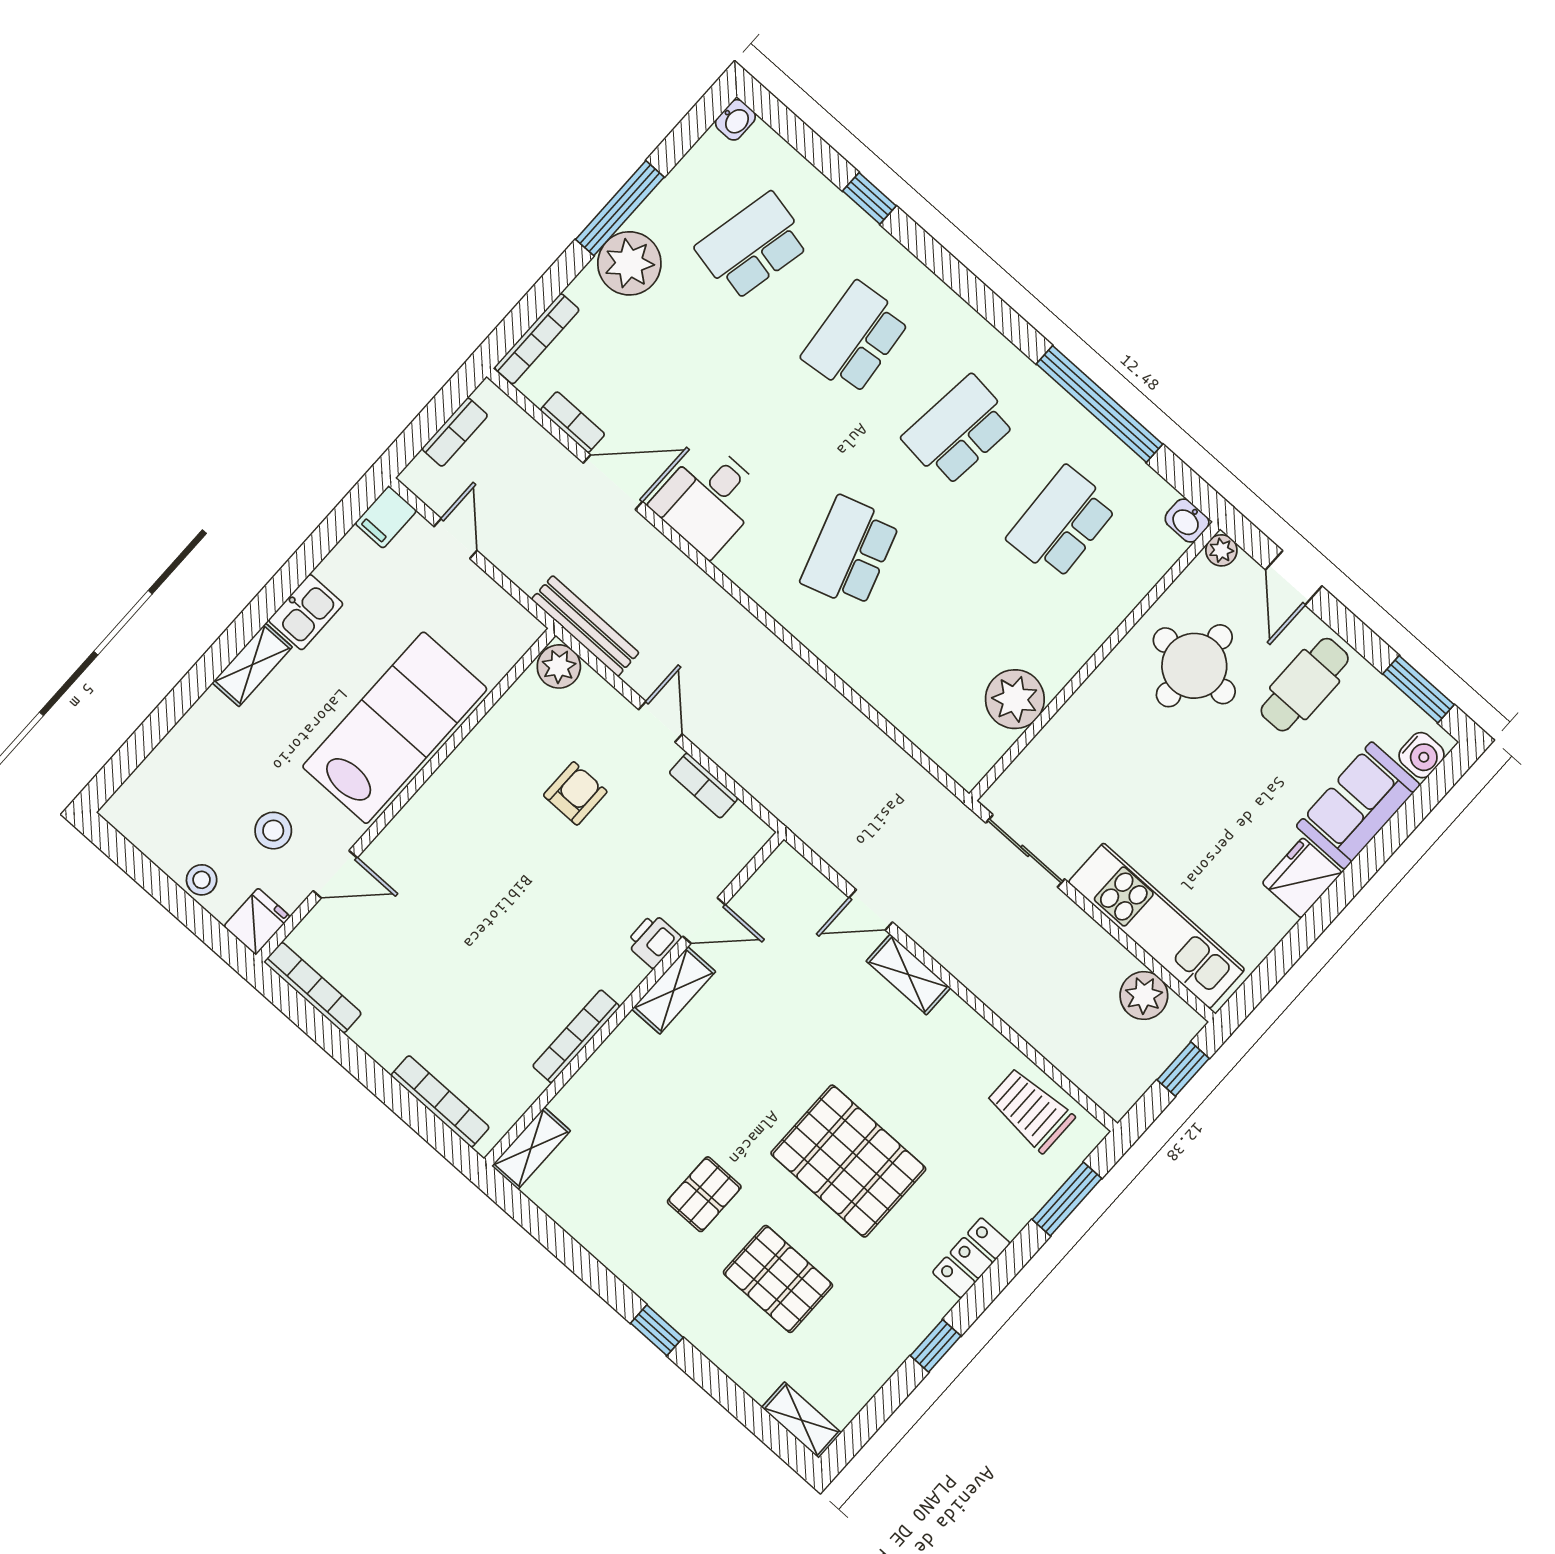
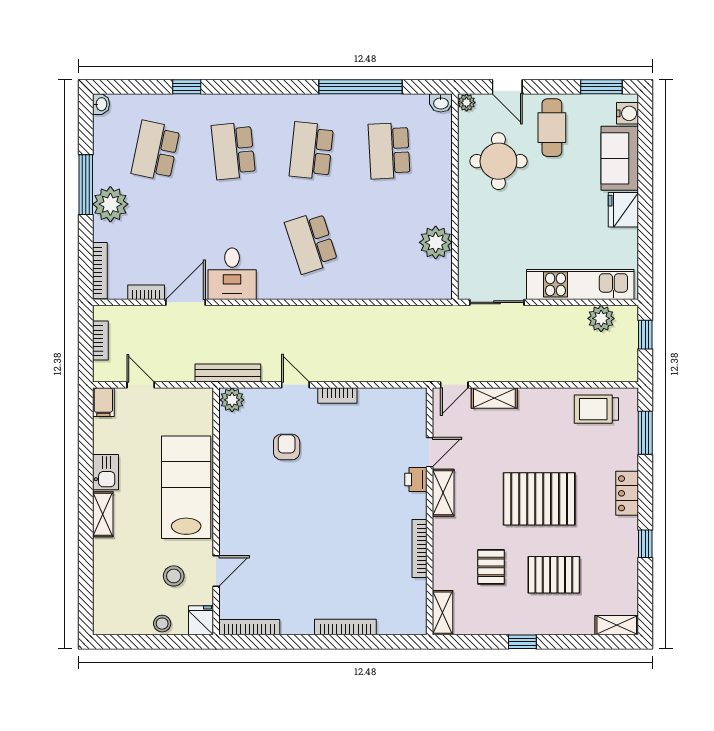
door: (704, 921) -> (430, 452), moved
printer: (653, 941) -> (416, 479), moved
shelving: (674, 990) -> (443, 493), moved
wall: (634, 999) -> (430, 511), moved
bookcase: (576, 1036) -> (419, 549), moved
shelving: (531, 1148) -> (442, 613), moved

